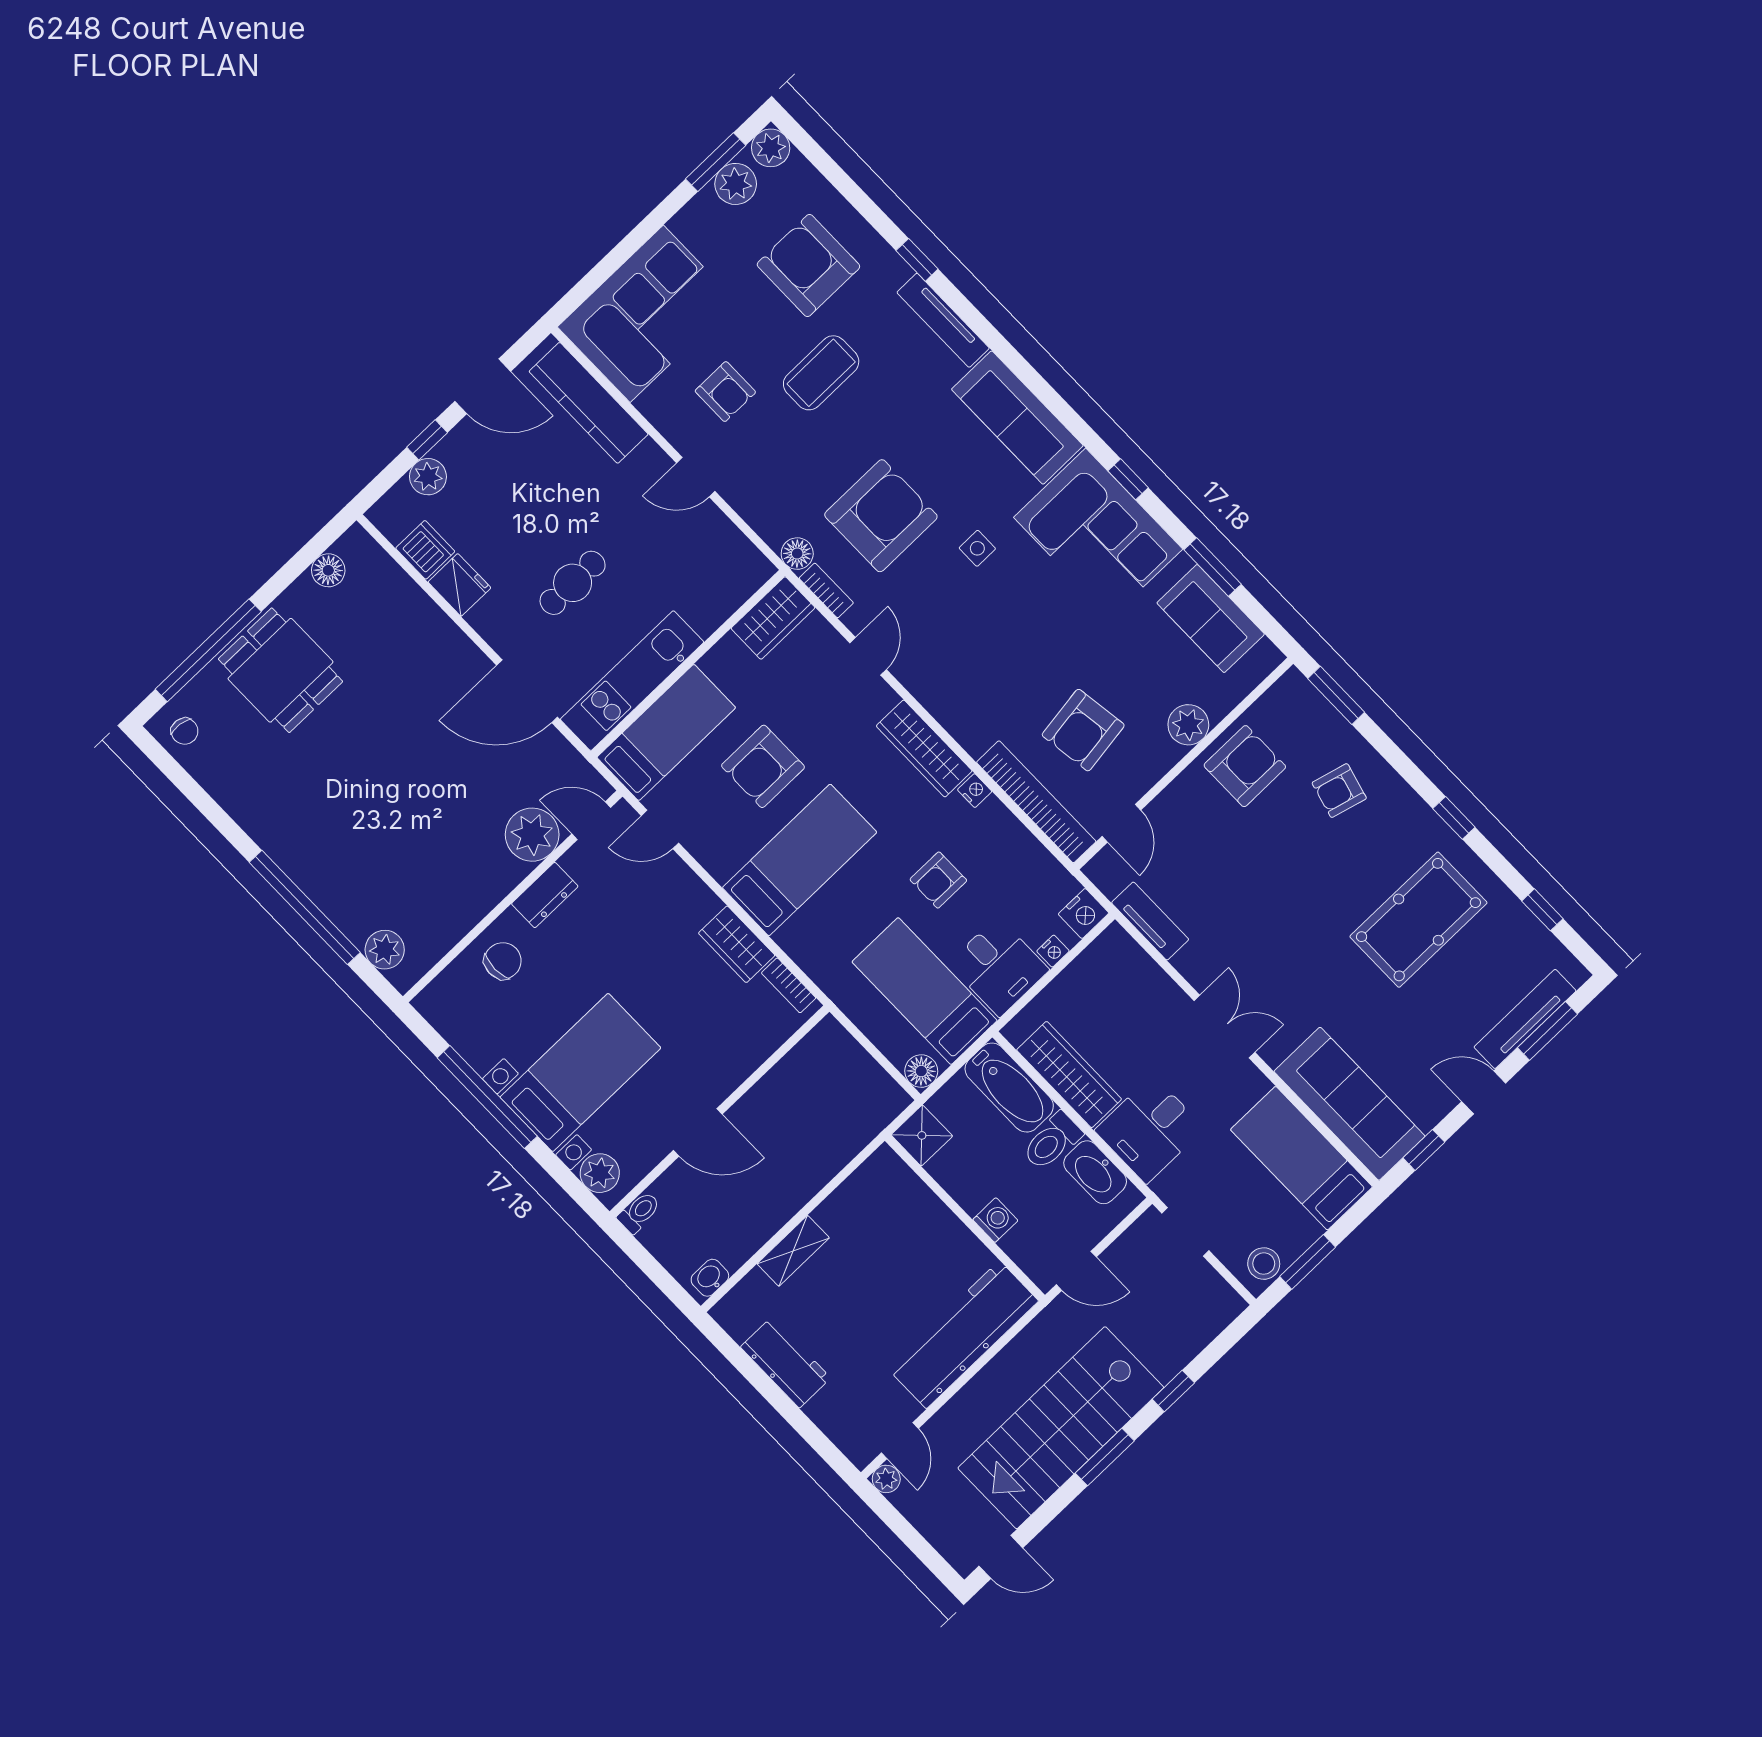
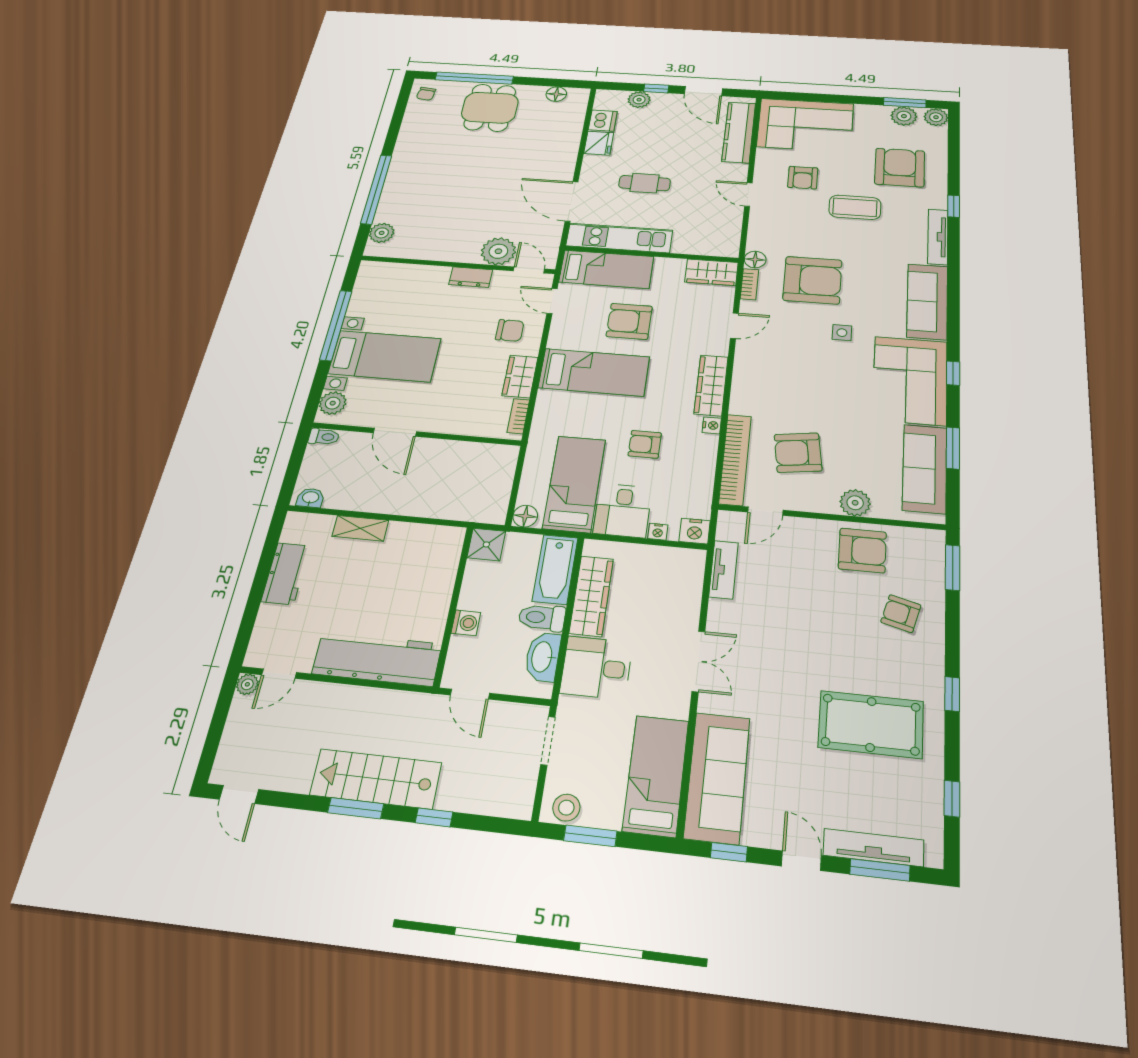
sofa: (1211, 619) -> (925, 469), width x1.36
chair: (503, 961) -> (510, 330), moved
stairs: (1061, 1428) -> (376, 779), width x0.73, depth x0.66

